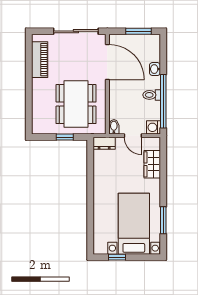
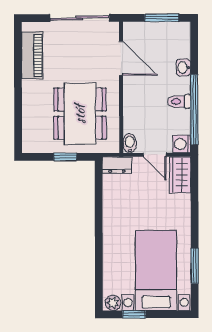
door: (107, 62) -> (121, 58), width x0.73
wardrobe: (152, 164) -> (180, 175), moved
plant: (101, 248) -> (113, 303), added

